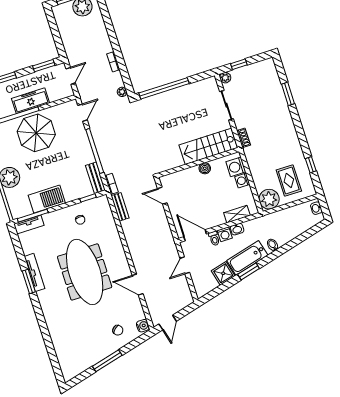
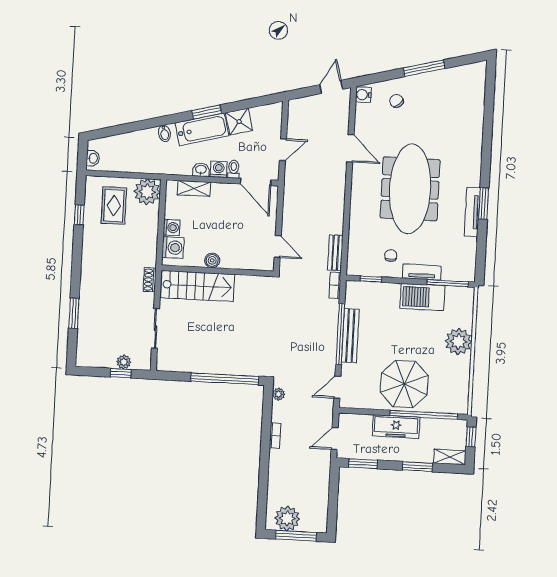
plant: (225, 78) -> (124, 362), moved
bench: (95, 178) -> (350, 336), moved, width x1.36
tv unit: (29, 225) -> (422, 272), moved

